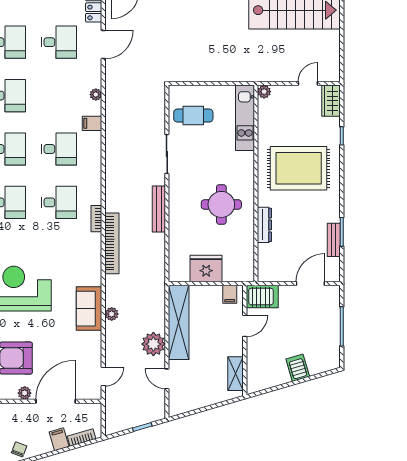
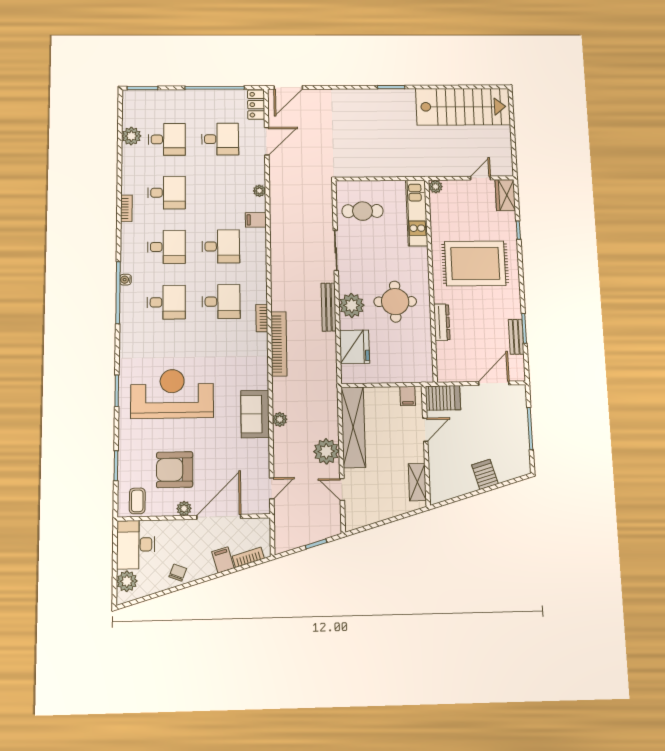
plant: (180, 208) -> (352, 305), added
fridge: (206, 269) -> (355, 347), moved, turned 90

